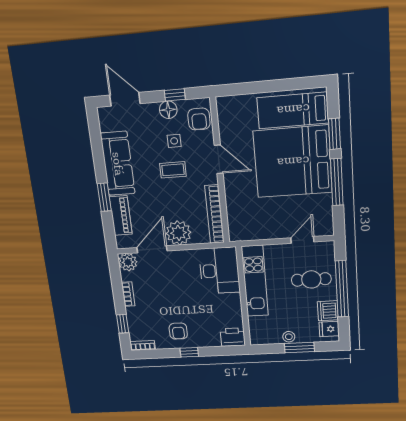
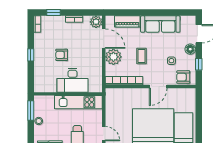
floor lamp: (168, 110) -> (190, 49), moved
coffee table: (173, 170) -> (142, 56), moved
window: (104, 197) -> (140, 13), removed
desk: (219, 271) -> (72, 80), moved
armchair: (178, 331) -> (62, 55), moved
printer: (233, 337) -> (40, 85), removed
window: (299, 347) -> (31, 111), moved

